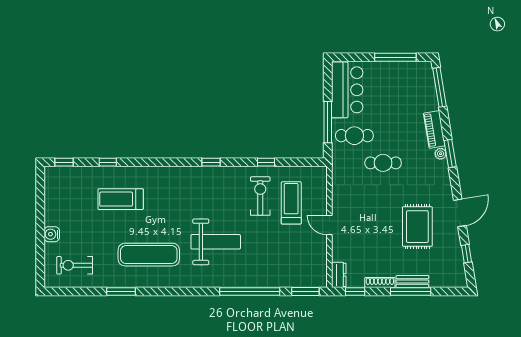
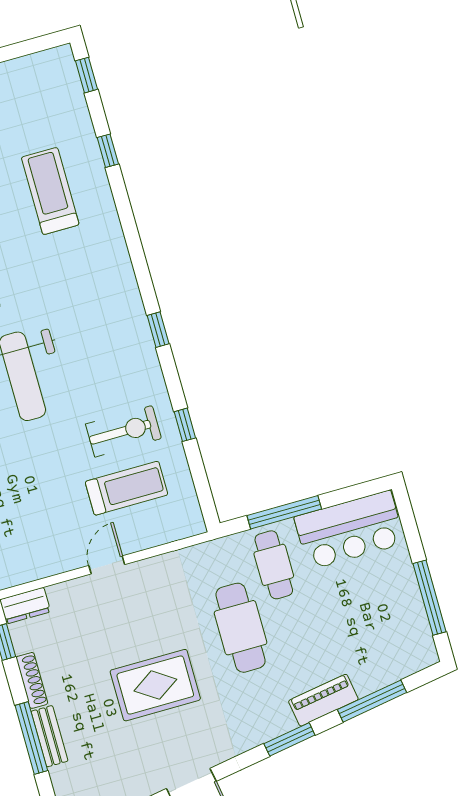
window: (439, 87) -> (372, 701), moved
plant: (441, 154) -> (284, 723), removed
cafe table: (383, 163) -> (241, 628), width x1.37, depth x1.35
rug: (417, 227) -> (155, 685), moved

